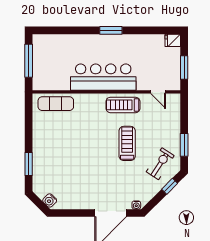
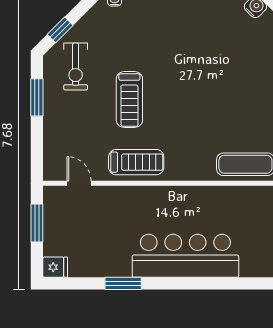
window: (111, 30) -> (123, 283), moved
bar counter: (103, 77) -> (185, 256), moved, turned 180
exercise bike: (160, 164) -> (76, 67), turned -33

